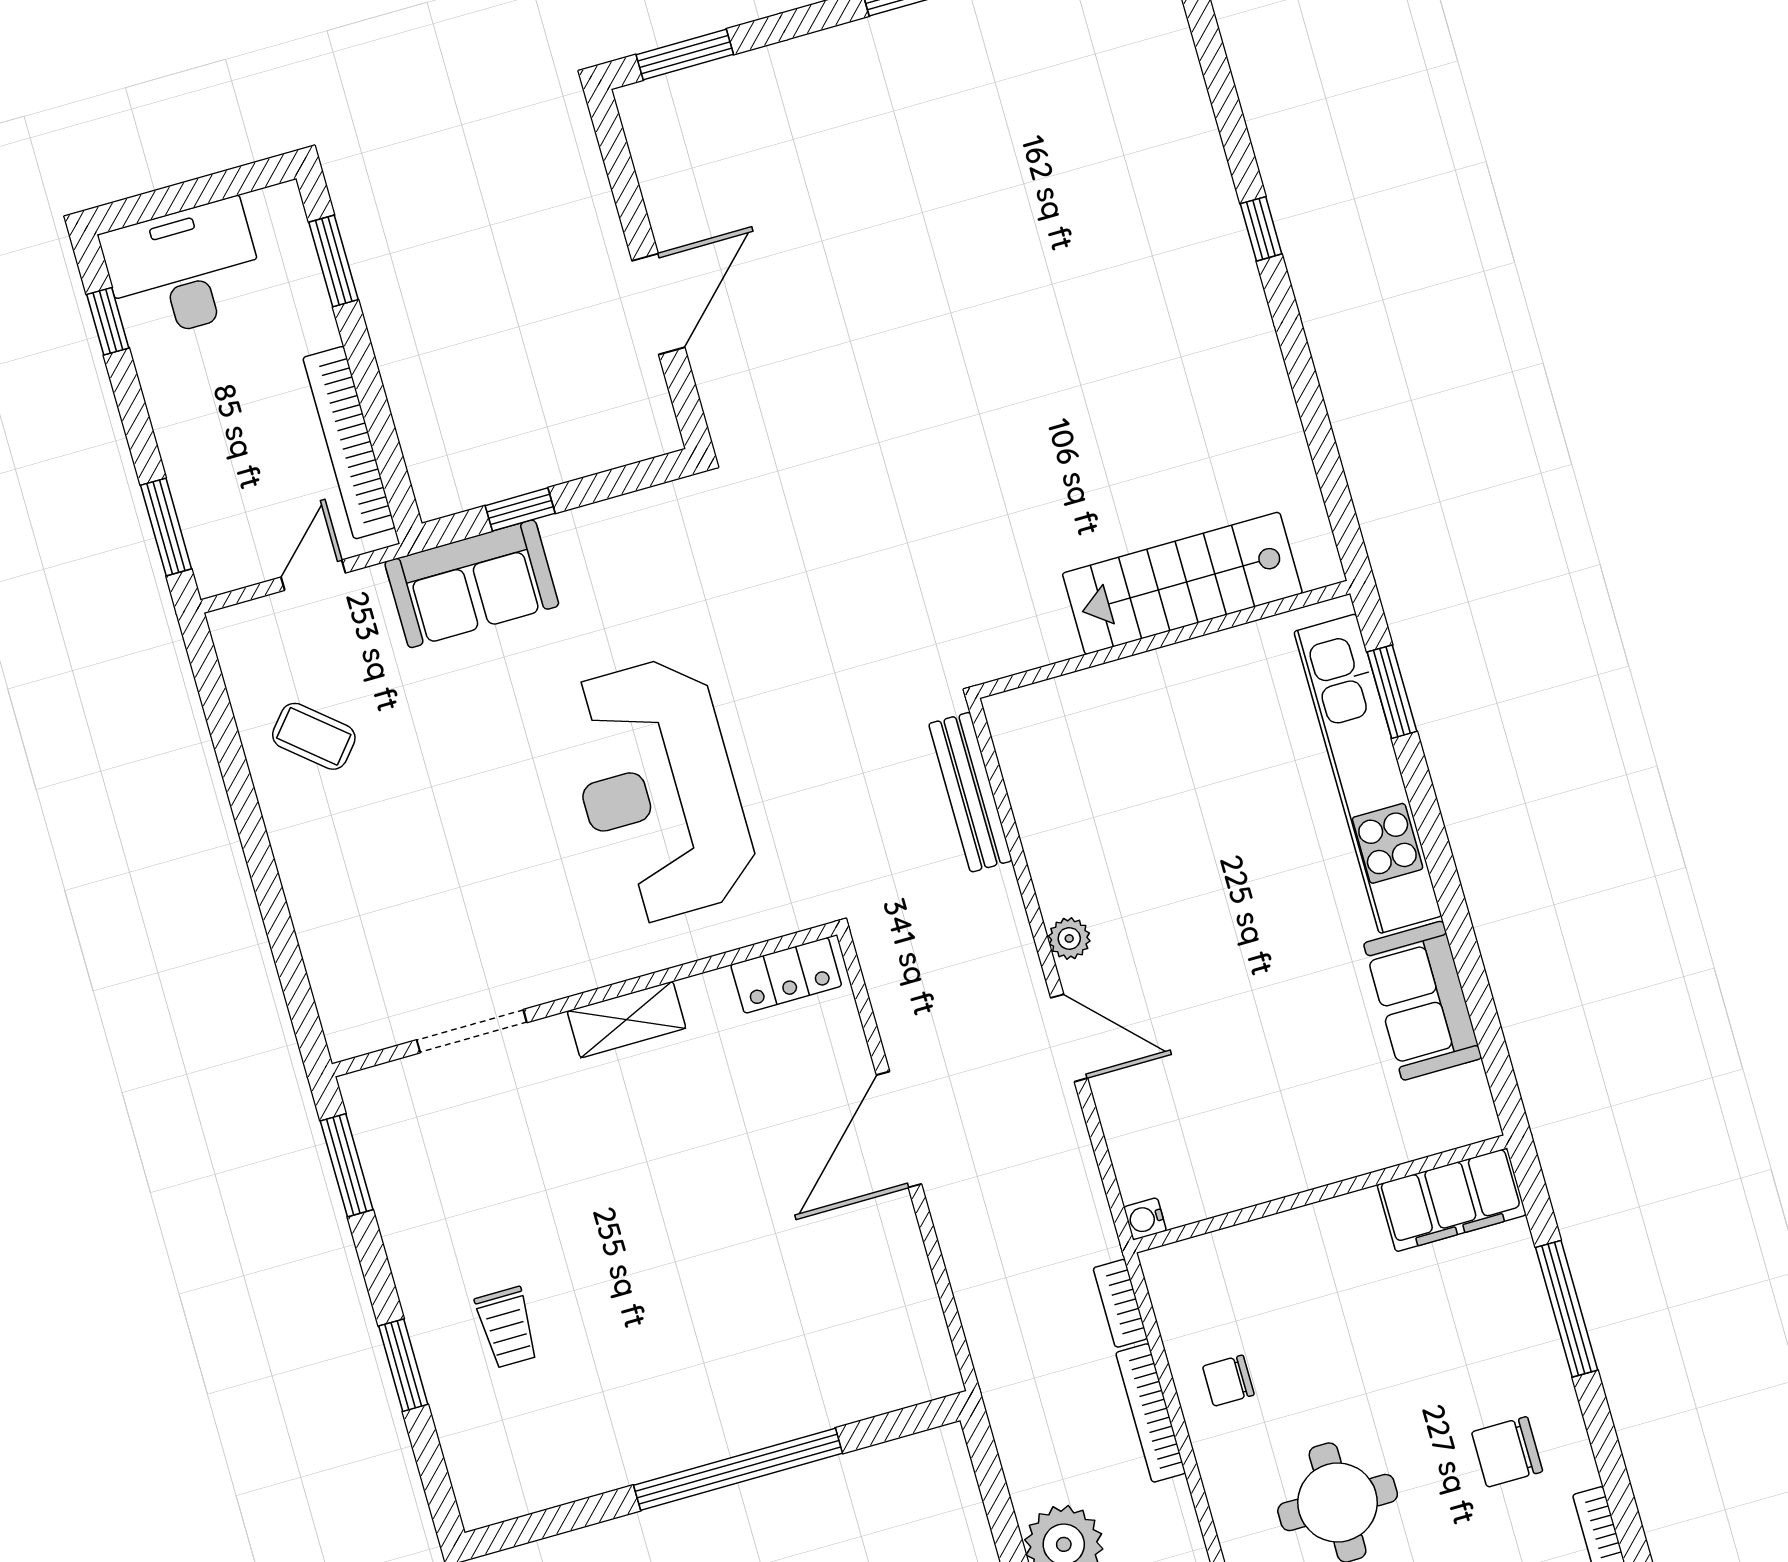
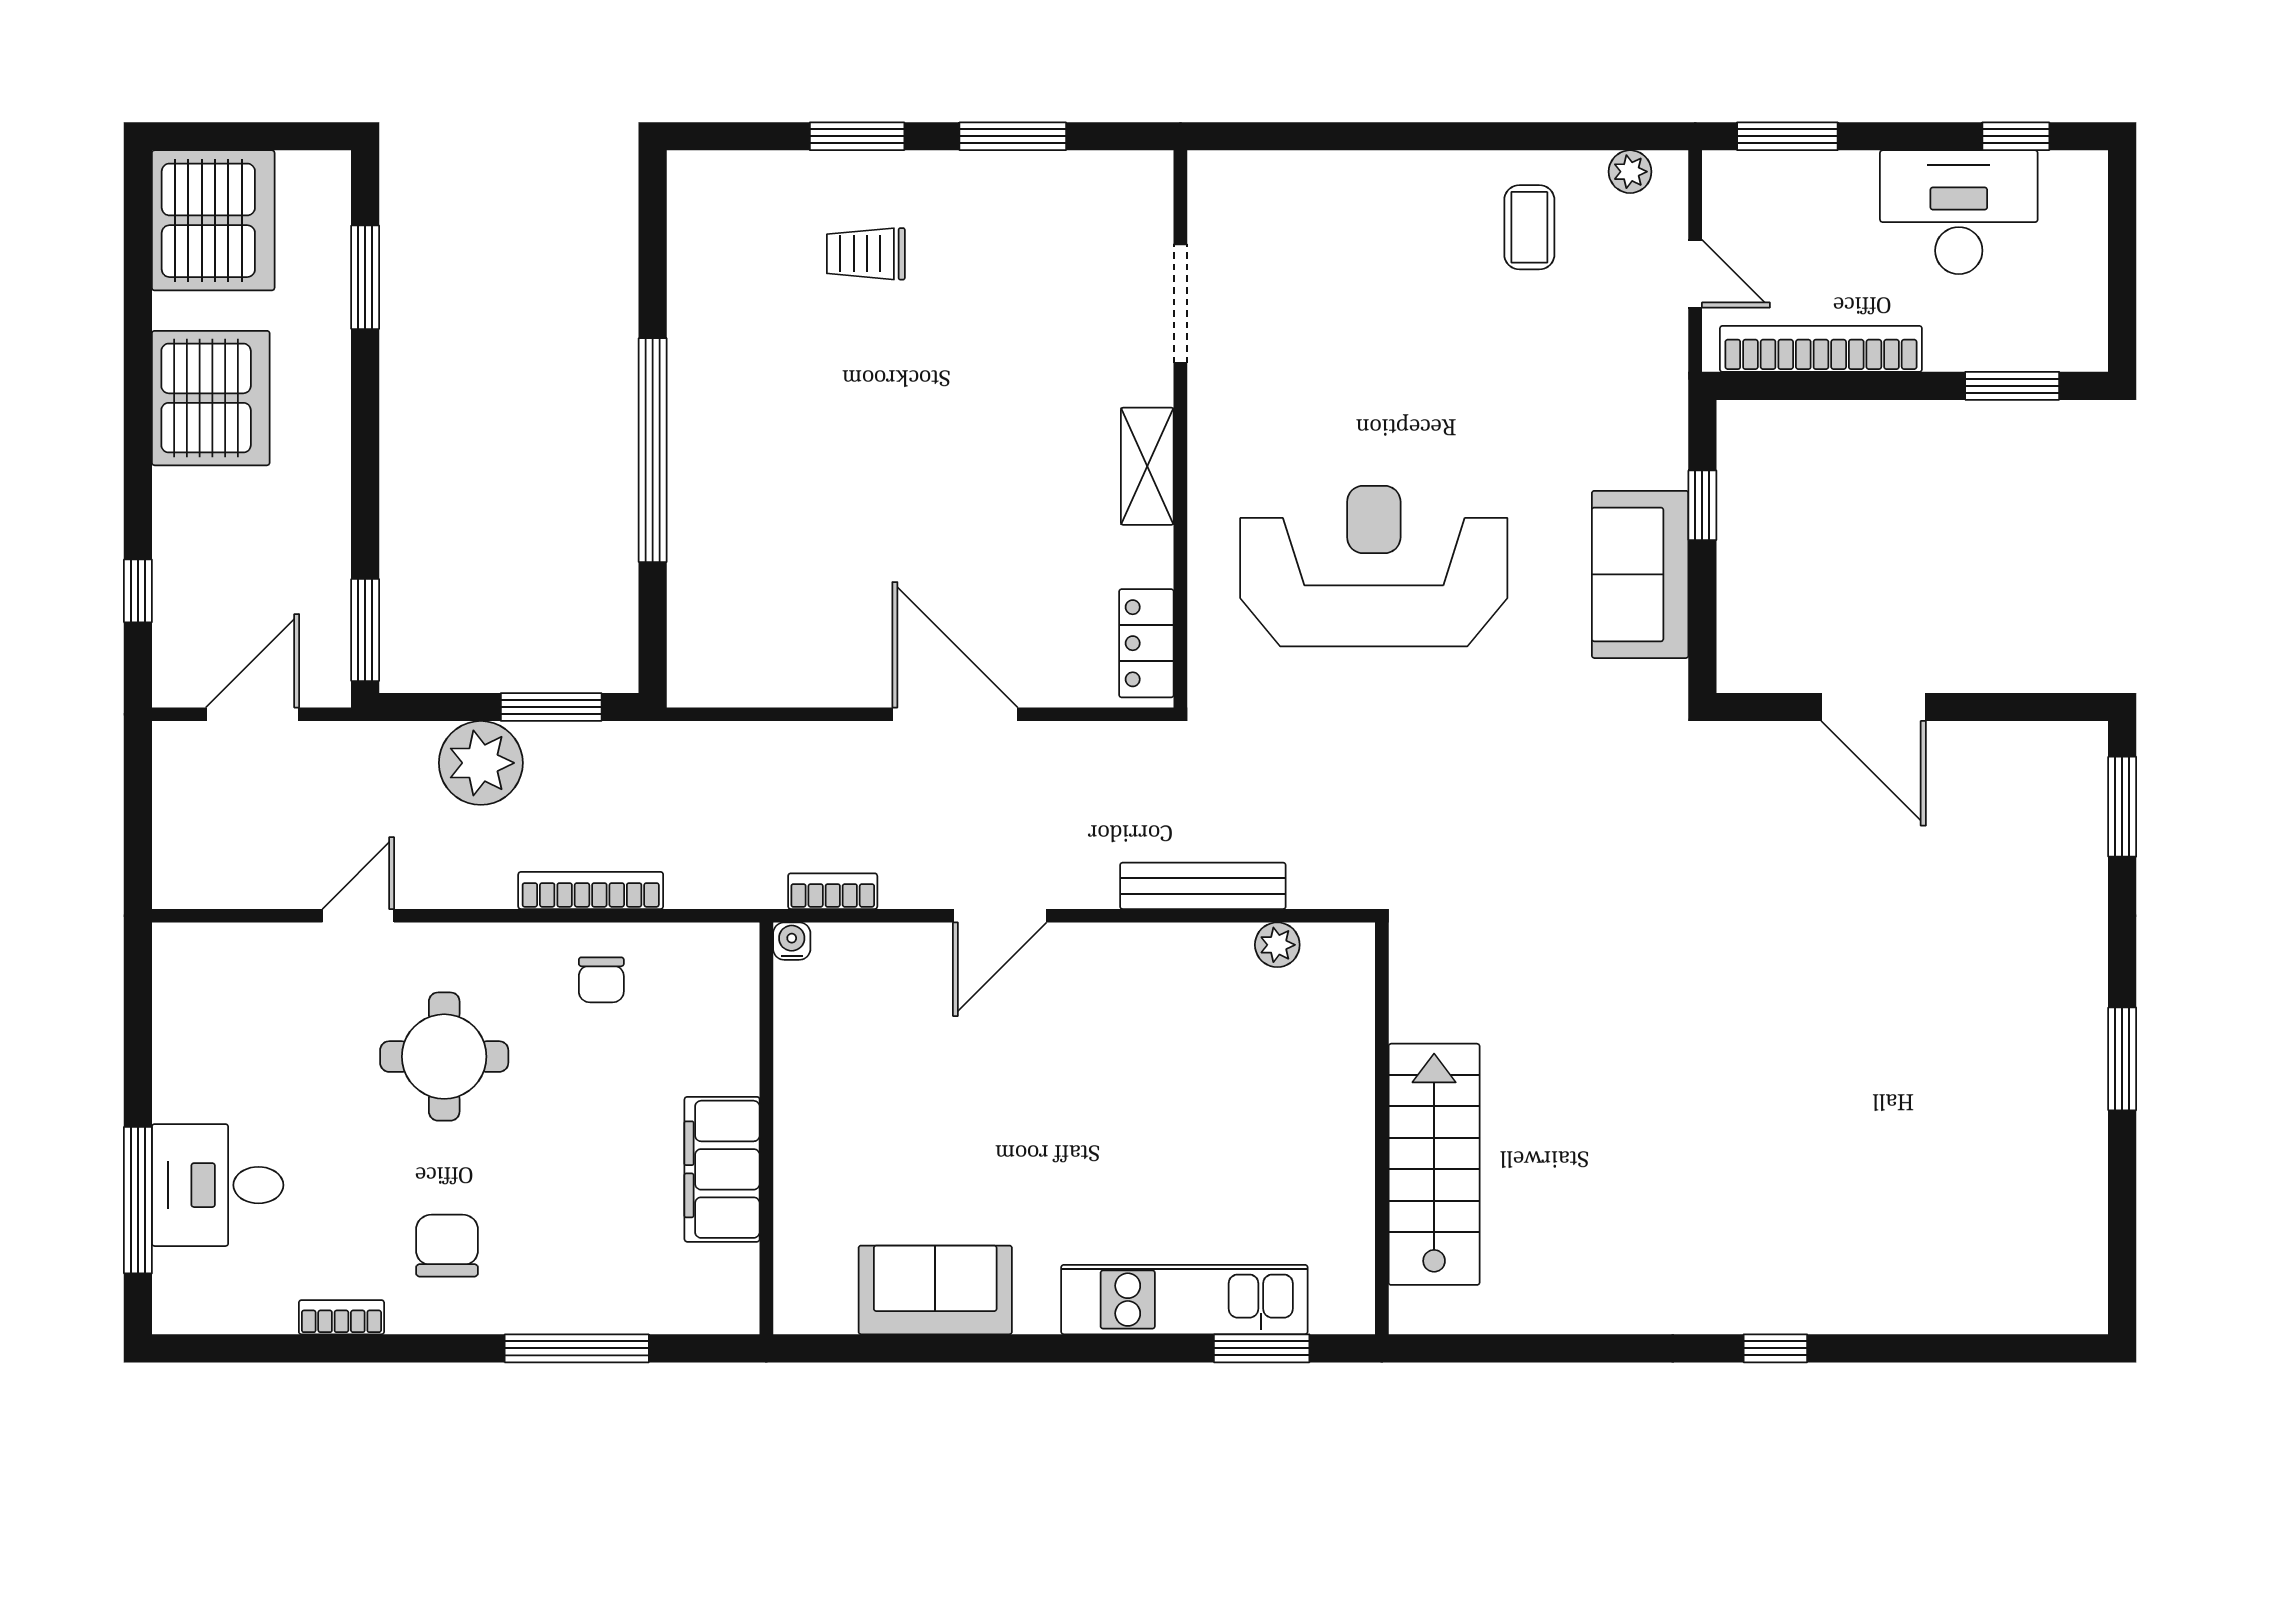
desk: (184, 270) -> (1959, 212), moved, turned -90
sofa: (472, 584) -> (1640, 574), moved
plant: (238, 660) -> (1630, 172), added
coffee table: (314, 736) -> (1529, 227), turned -40
kitchen unit: (1368, 774) -> (1184, 1300), width x0.73
bench: (970, 792) -> (1203, 886), moved
plant: (1069, 938) -> (1277, 945), moved
window: (347, 1165) -> (1013, 136), moved
filing cabinet: (1452, 1200) -> (722, 1169), moved
bookcase: (1120, 1303) -> (833, 891), moved
chair: (1228, 1381) -> (601, 980), turned 180
window: (995, 1495) -> (551, 707), added

